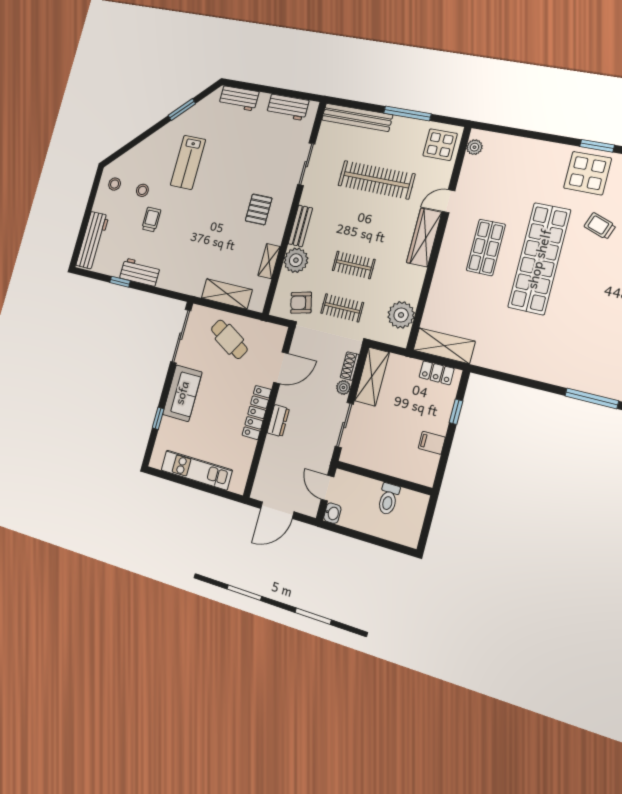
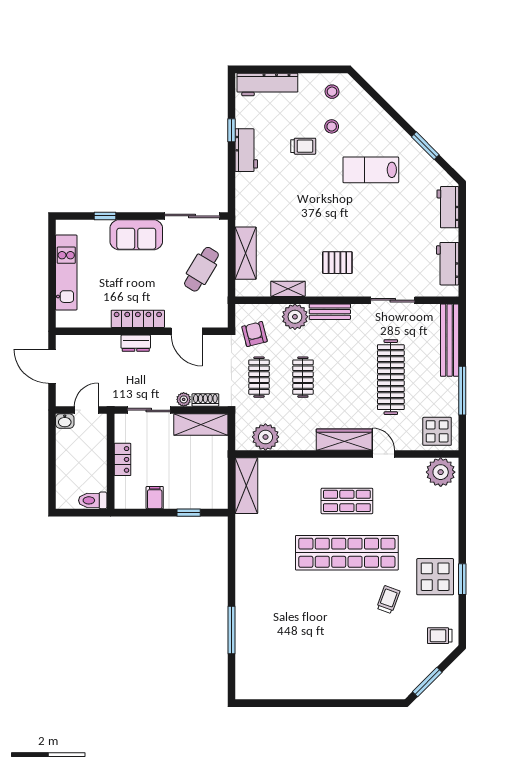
plant: (474, 147) -> (441, 472), width x1.87, depth x1.87
locker: (437, 373) -> (122, 459), moved, turned 180
toilet: (388, 499) -> (93, 500), moved

